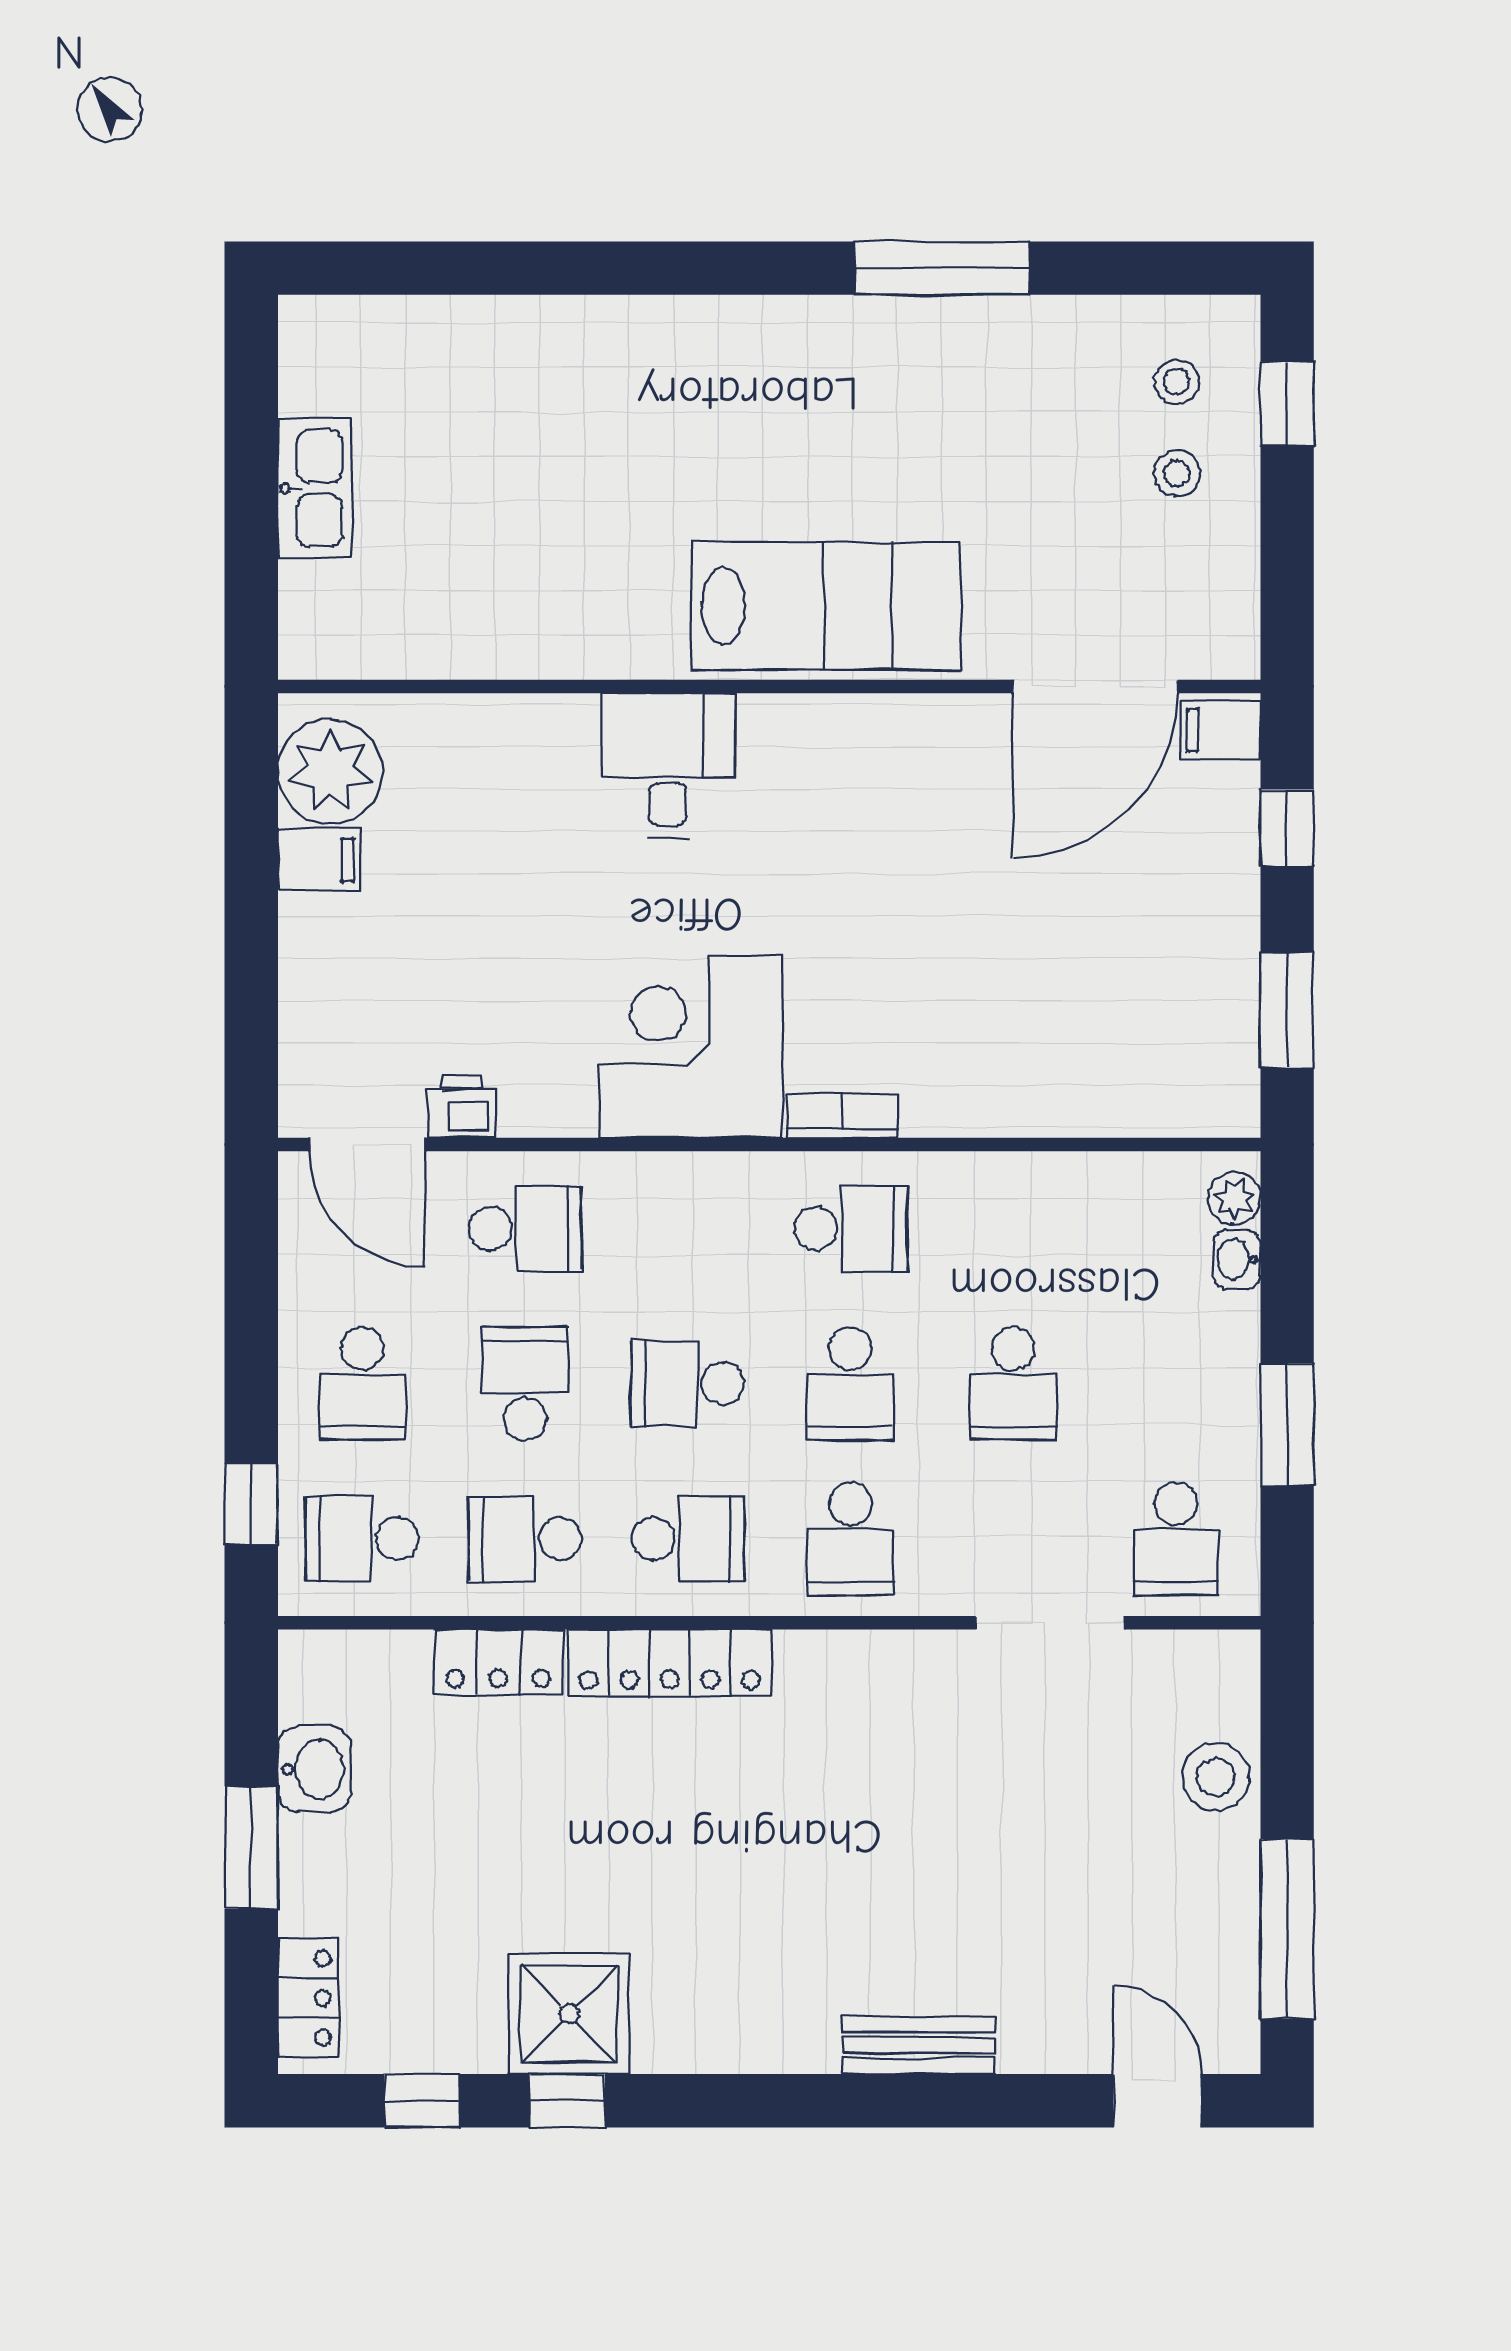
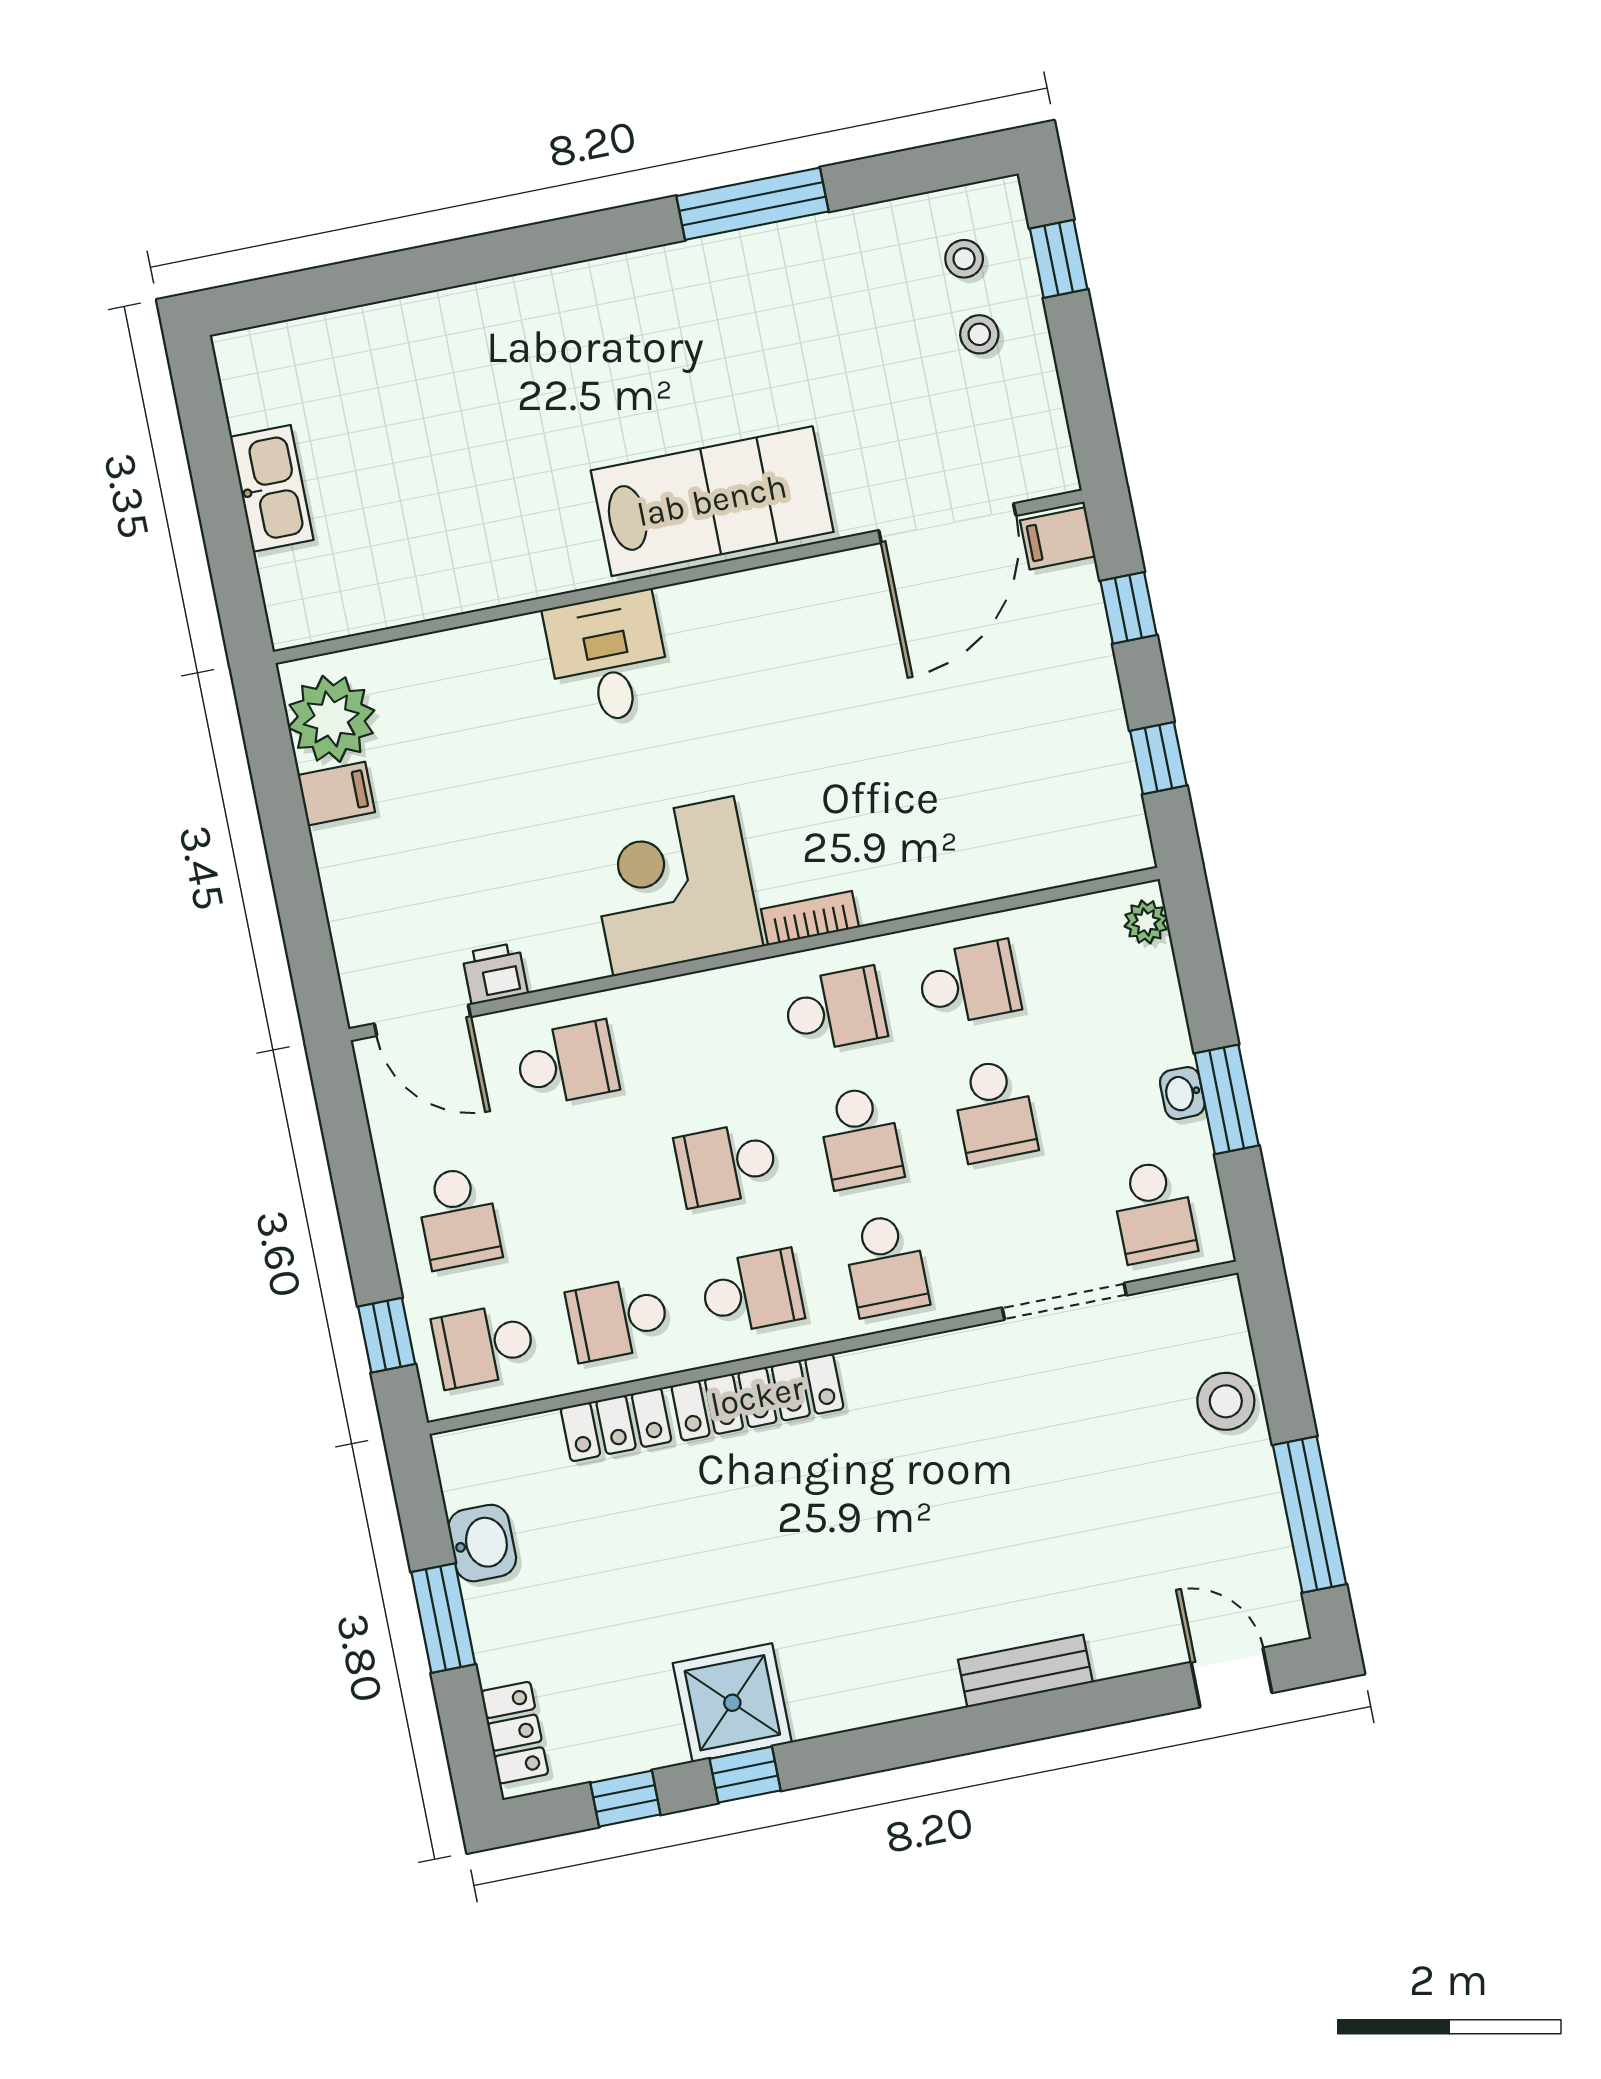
window: (1287, 1010) -> (1158, 758), width x0.67
washbasin: (1237, 1259) -> (1182, 1093), moved
school desk: (525, 1384) -> (969, 983), moved, turned 90

